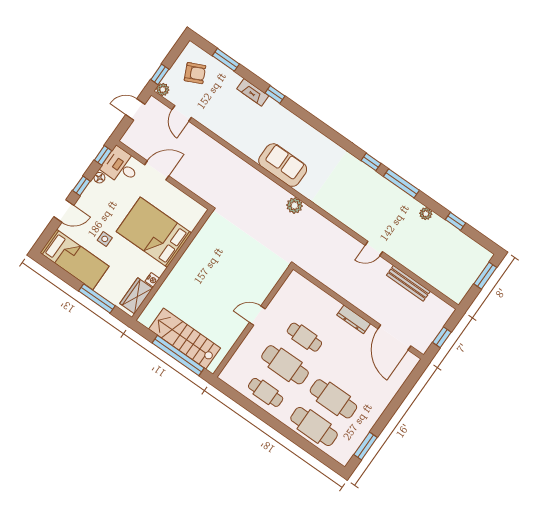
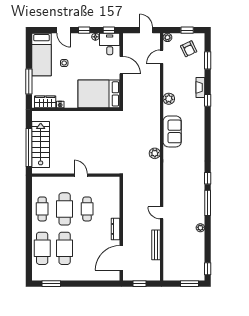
window: (160, 74) -> (187, 30), moved
plant: (239, 141) -> (169, 99), added
window: (455, 221) -> (208, 269), moved
bed: (154, 232) -> (99, 94), moved, turned -90

